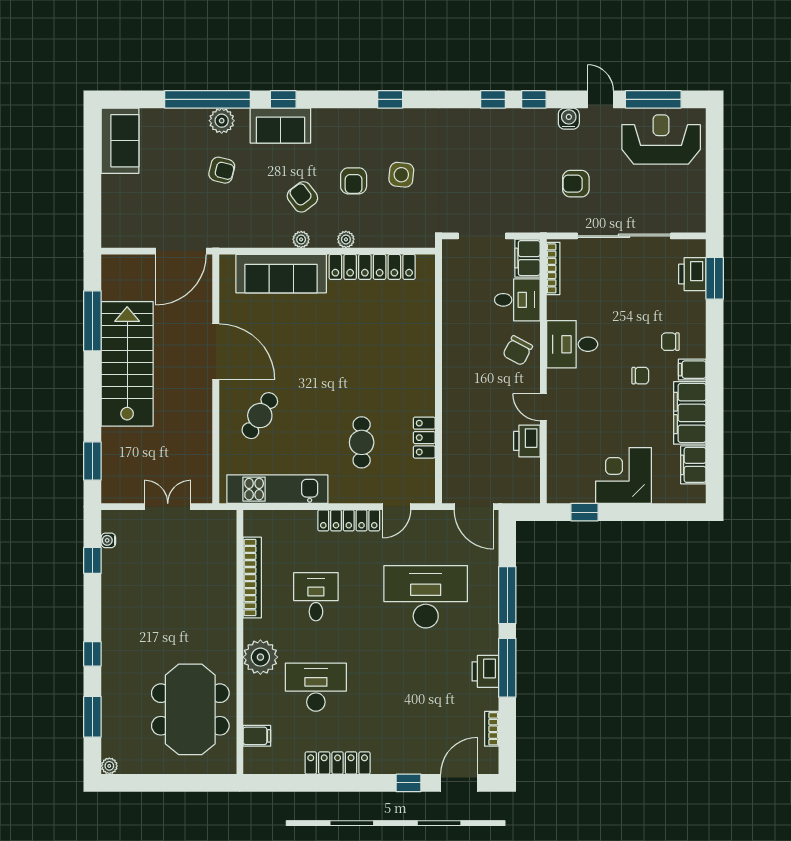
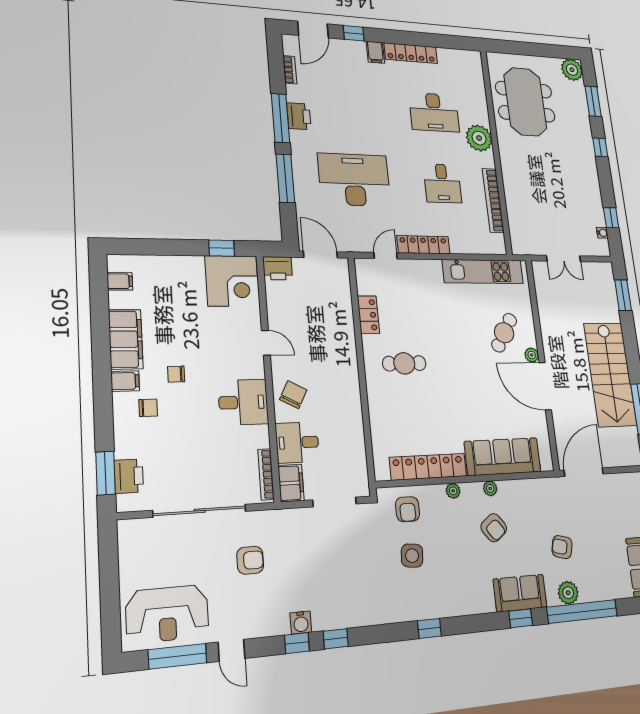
water cooler: (569, 119) -> (301, 623), moved
armchair: (354, 181) -> (408, 509), moved, turned 180
plant: (228, 389) -> (532, 355), added
printer: (527, 441) -> (278, 268), moved, turned 90
cafe table: (362, 442) -> (404, 363), moved, turned 90
filing cabinet: (693, 465) -> (120, 281), width x0.50
corner desk: (623, 475) -> (232, 281), moved
desk: (426, 597) -> (354, 180), turned 180
filing cabinet: (257, 736) -> (375, 52), moved, turned -90
plant: (109, 766) -> (572, 70), width x1.87, depth x1.87

